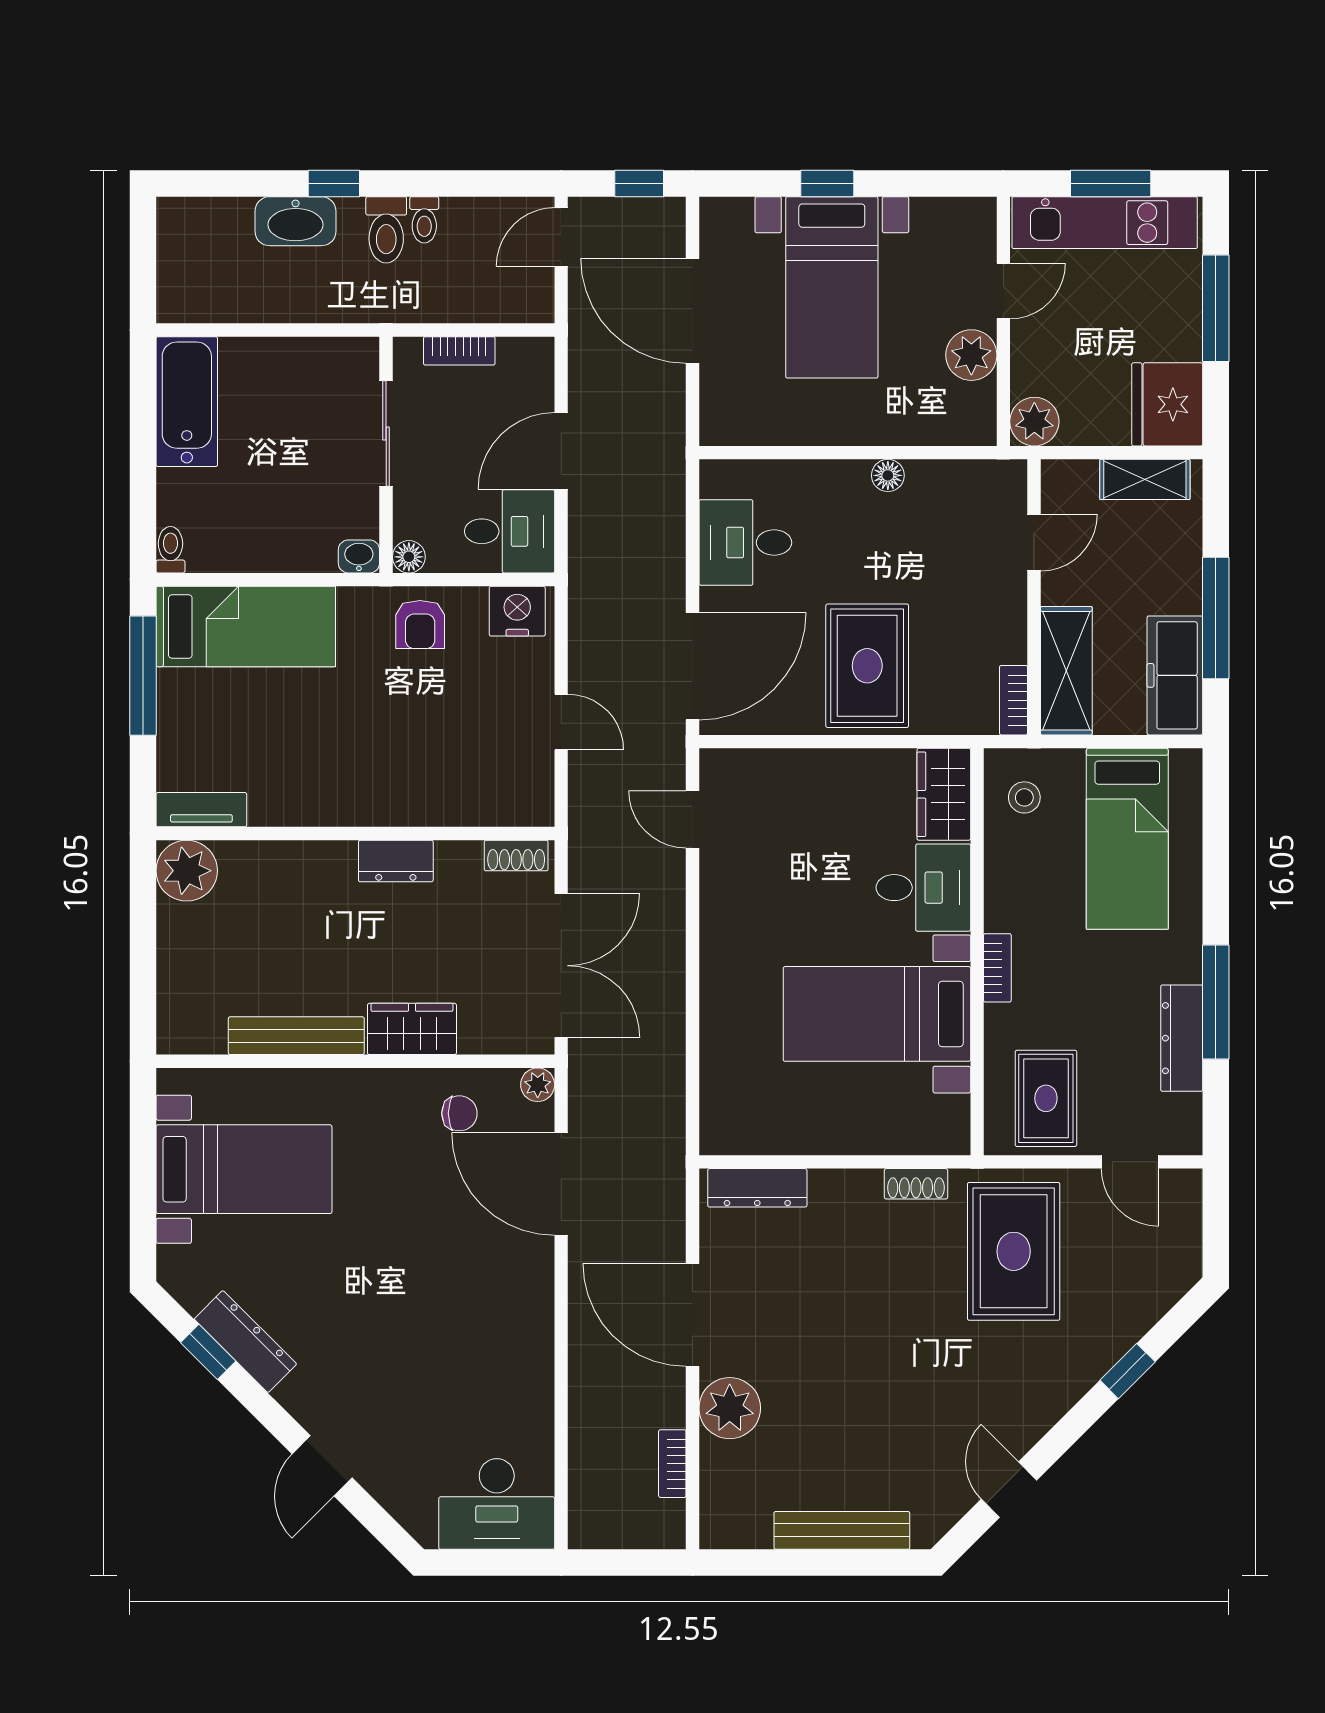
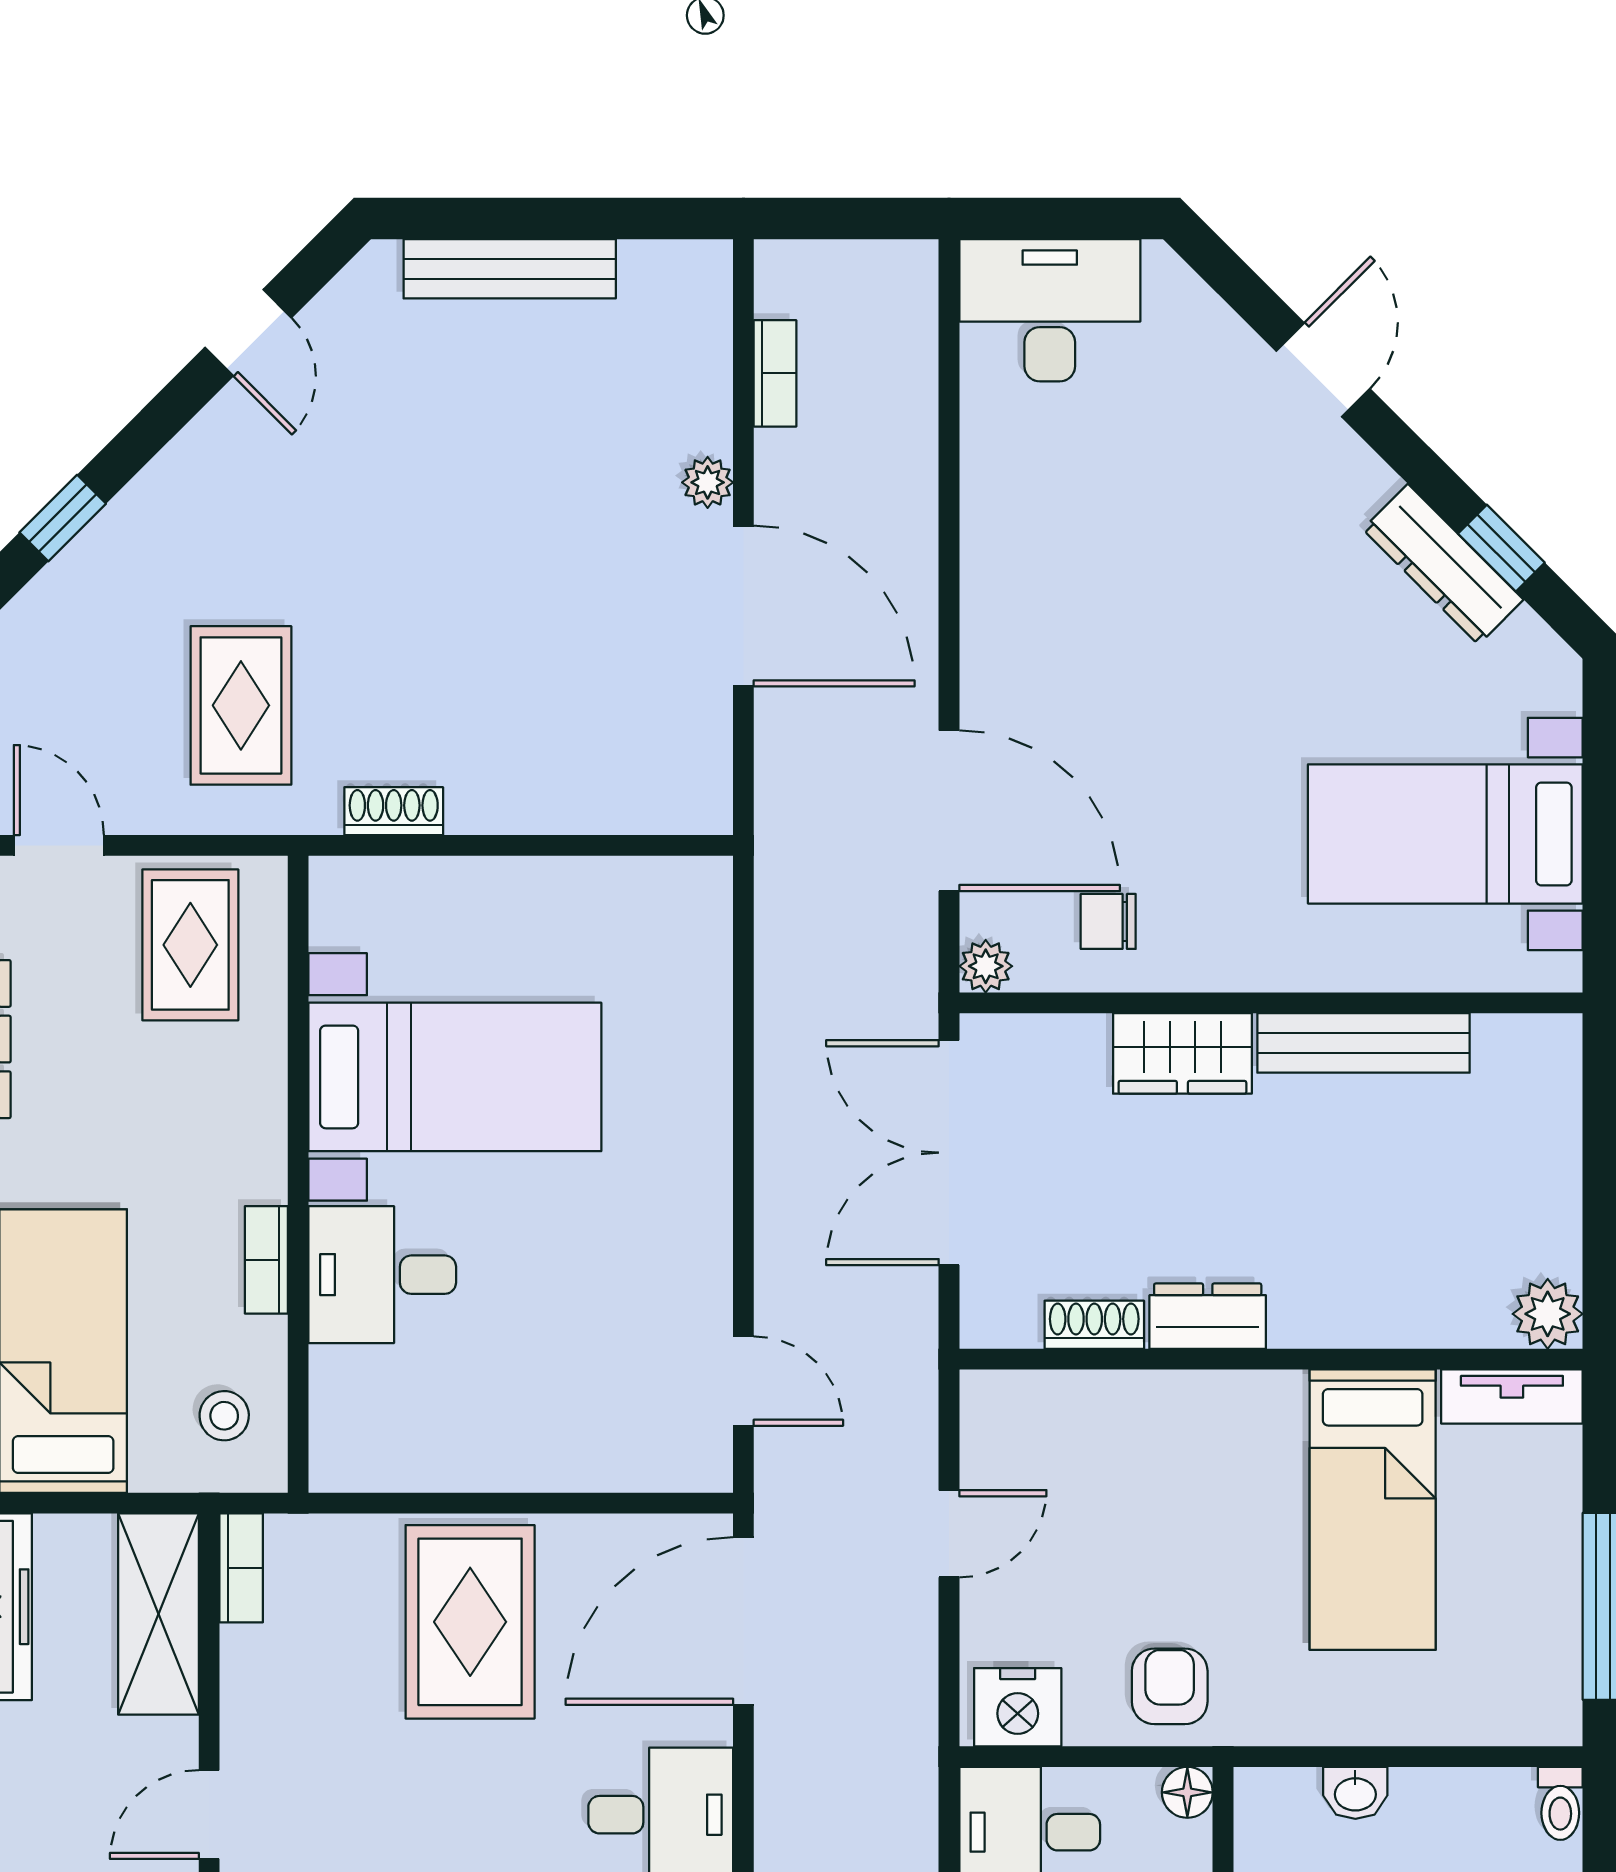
washbasin: (359, 556) -> (1355, 1793), moved
bed: (246, 626) -> (1373, 1510), moved, turned -90
door: (561, 722) -> (949, 1534), swing flipped
wardrobe: (944, 794) -> (350, 1421), removed
shoe rack: (516, 856) -> (1094, 1325), moved
plant: (187, 871) -> (1548, 1314), width x0.73, depth x0.73
bookcase: (997, 968) -> (266, 1260), moved
dresser: (757, 1188) -> (642, 805), removed
rug: (1014, 1251) -> (241, 705), width x0.73, depth x0.70
plant: (730, 1408) -> (708, 482), width x0.53, depth x0.53

